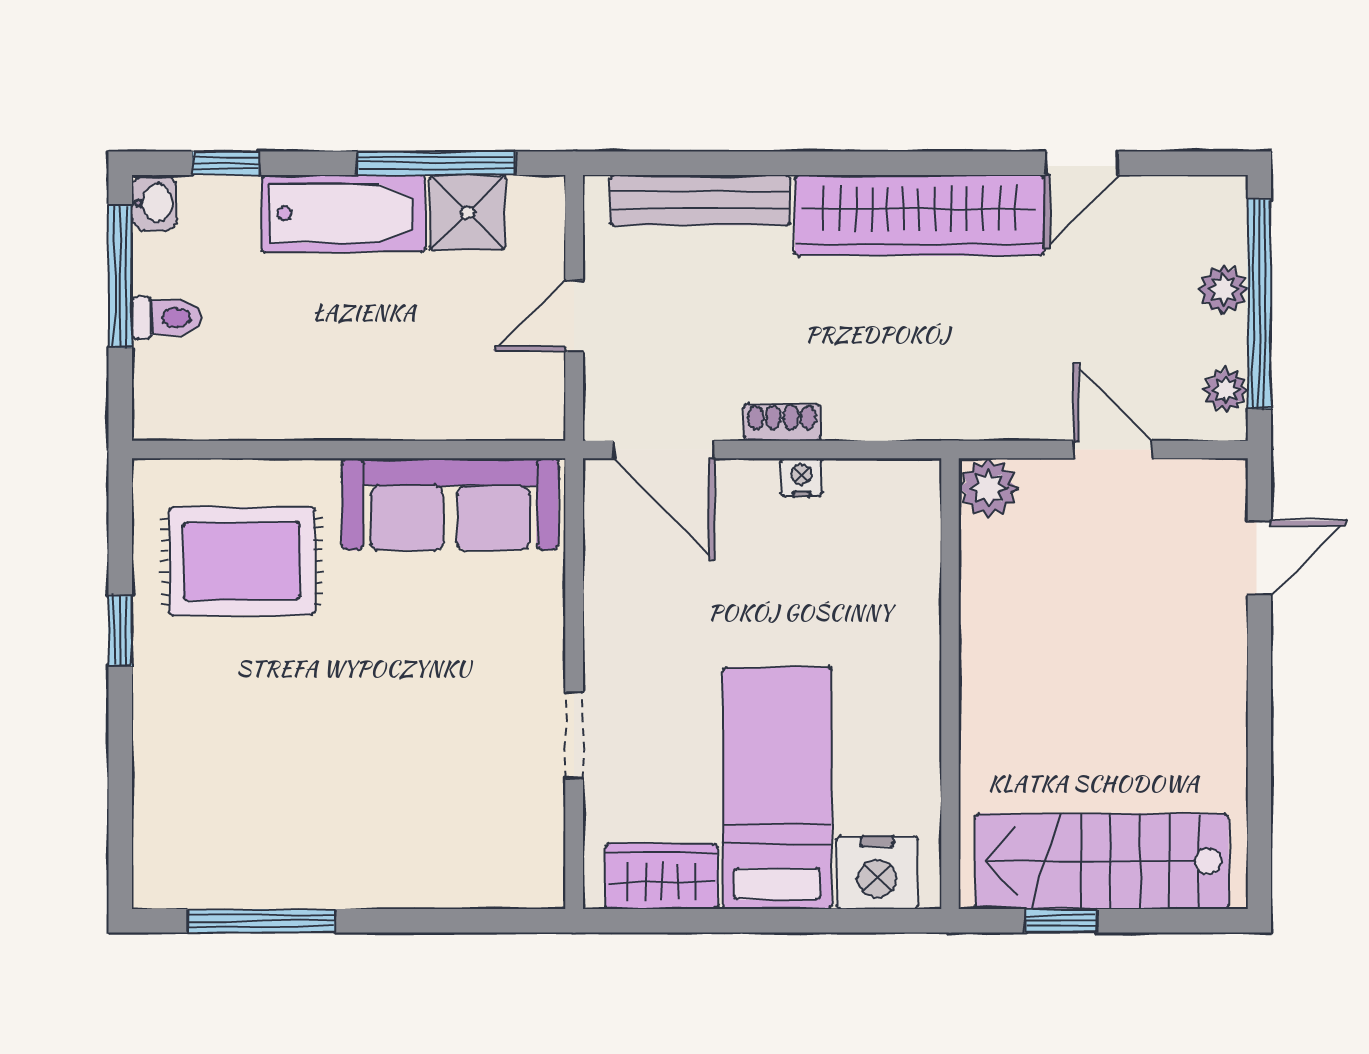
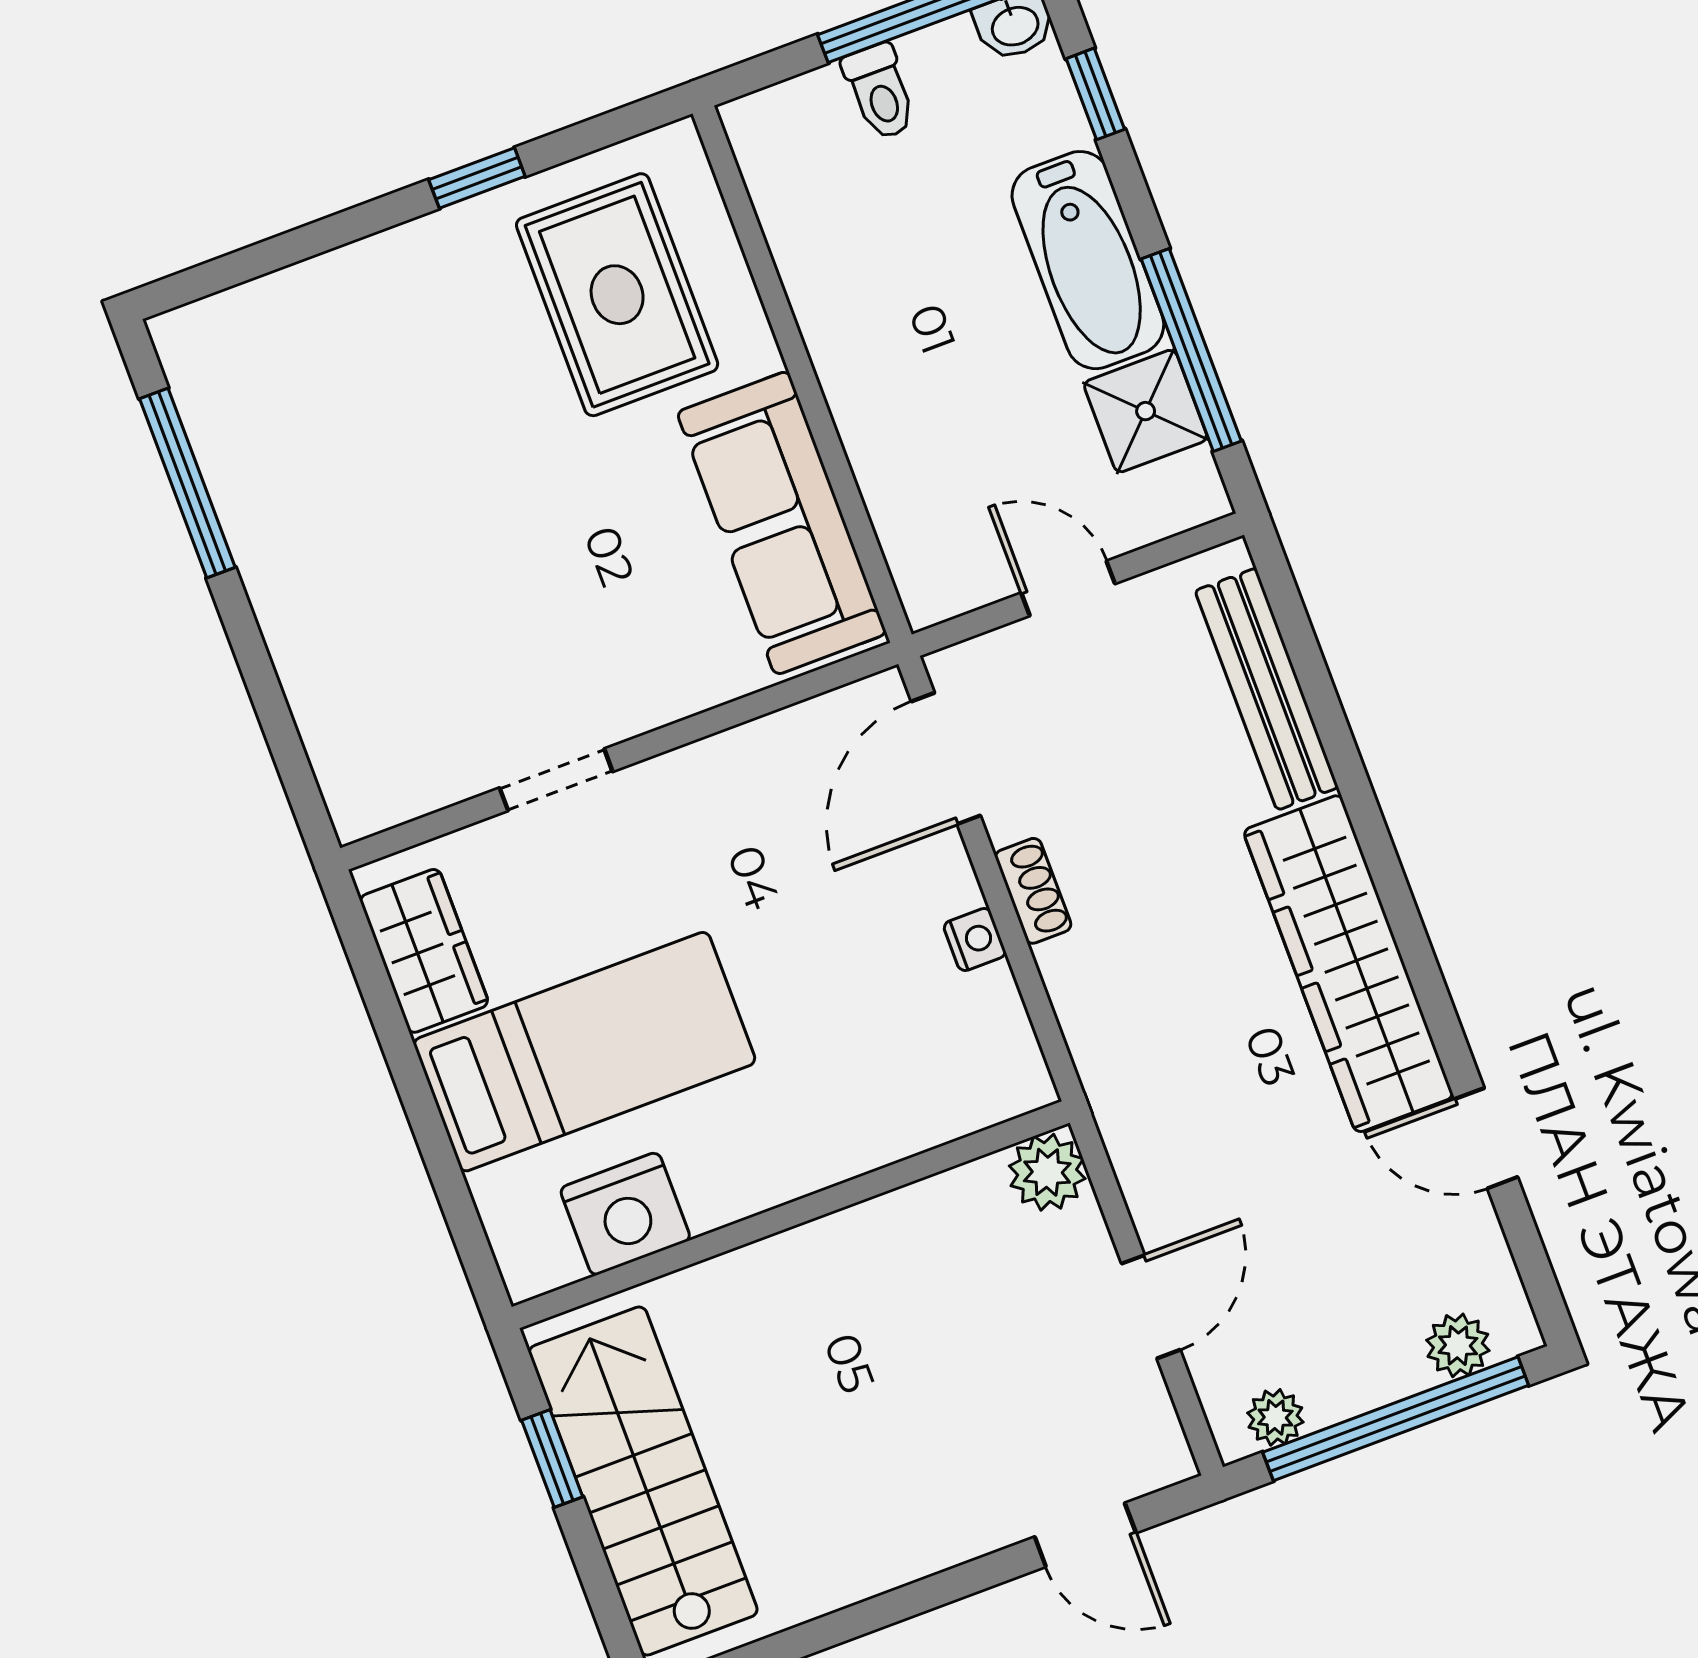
plant: (1223, 290) -> (1458, 1345), moved
nightstand: (877, 873) -> (625, 1214), moved, turned -90

